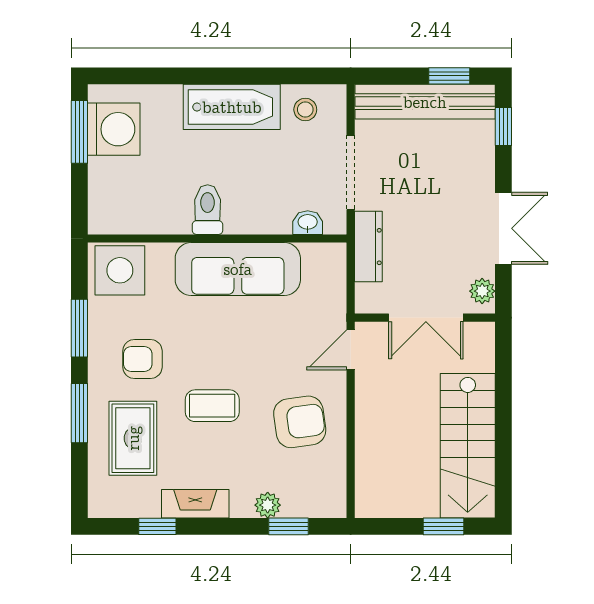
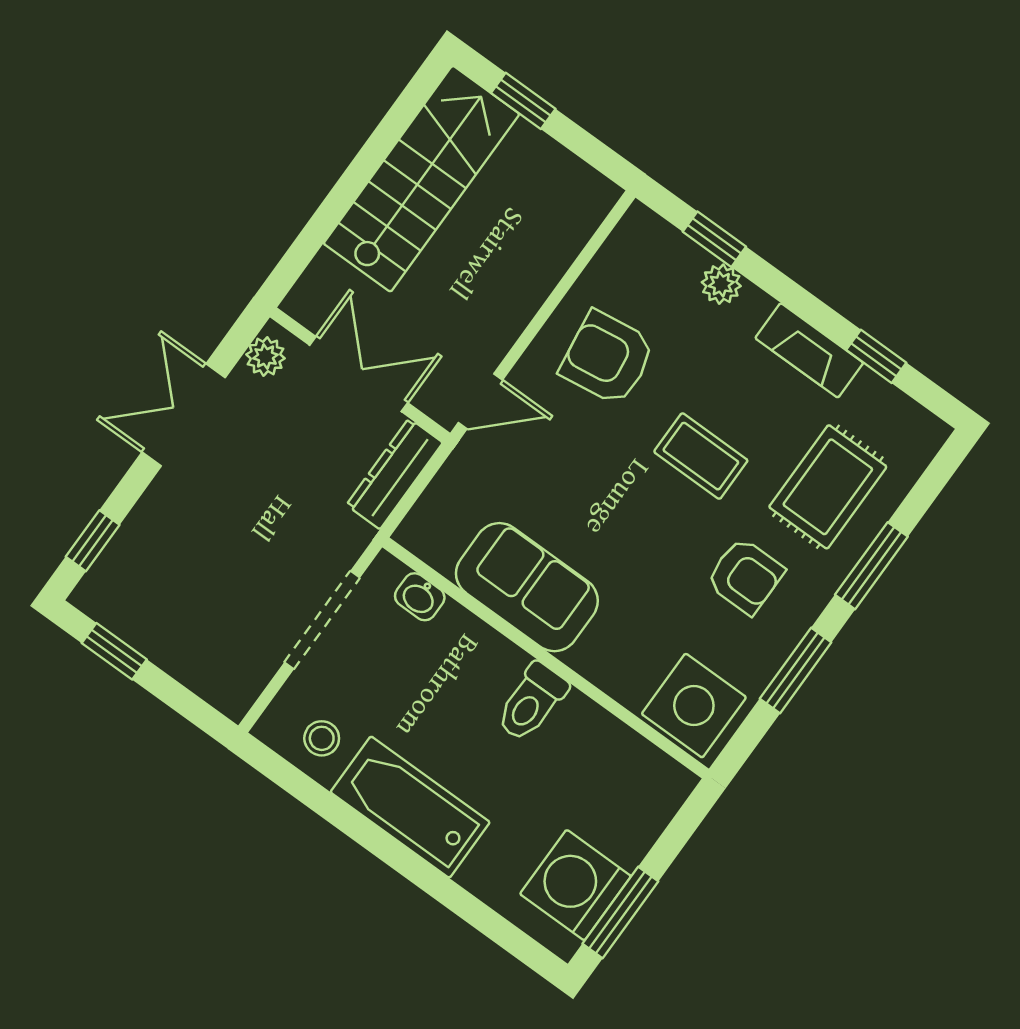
bench: (425, 102) -> (167, 641), removed
dresser: (368, 247) -> (395, 474), moved
sofa: (238, 269) -> (527, 587), width x0.73

